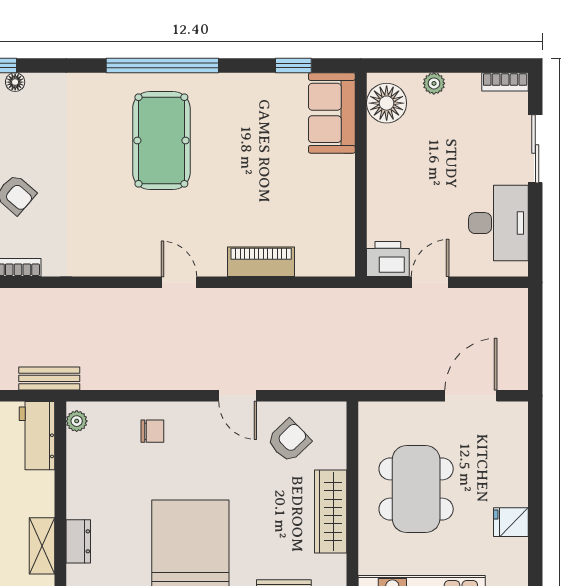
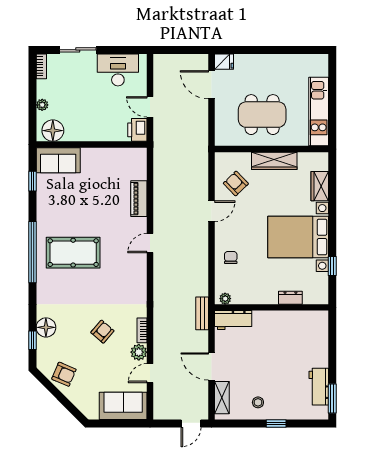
floor lamp: (15, 82) -> (46, 327), width x1.89, depth x1.89
fridge: (511, 522) -> (224, 62), moved, turned -90
shelving: (42, 546) -> (293, 317), removed

